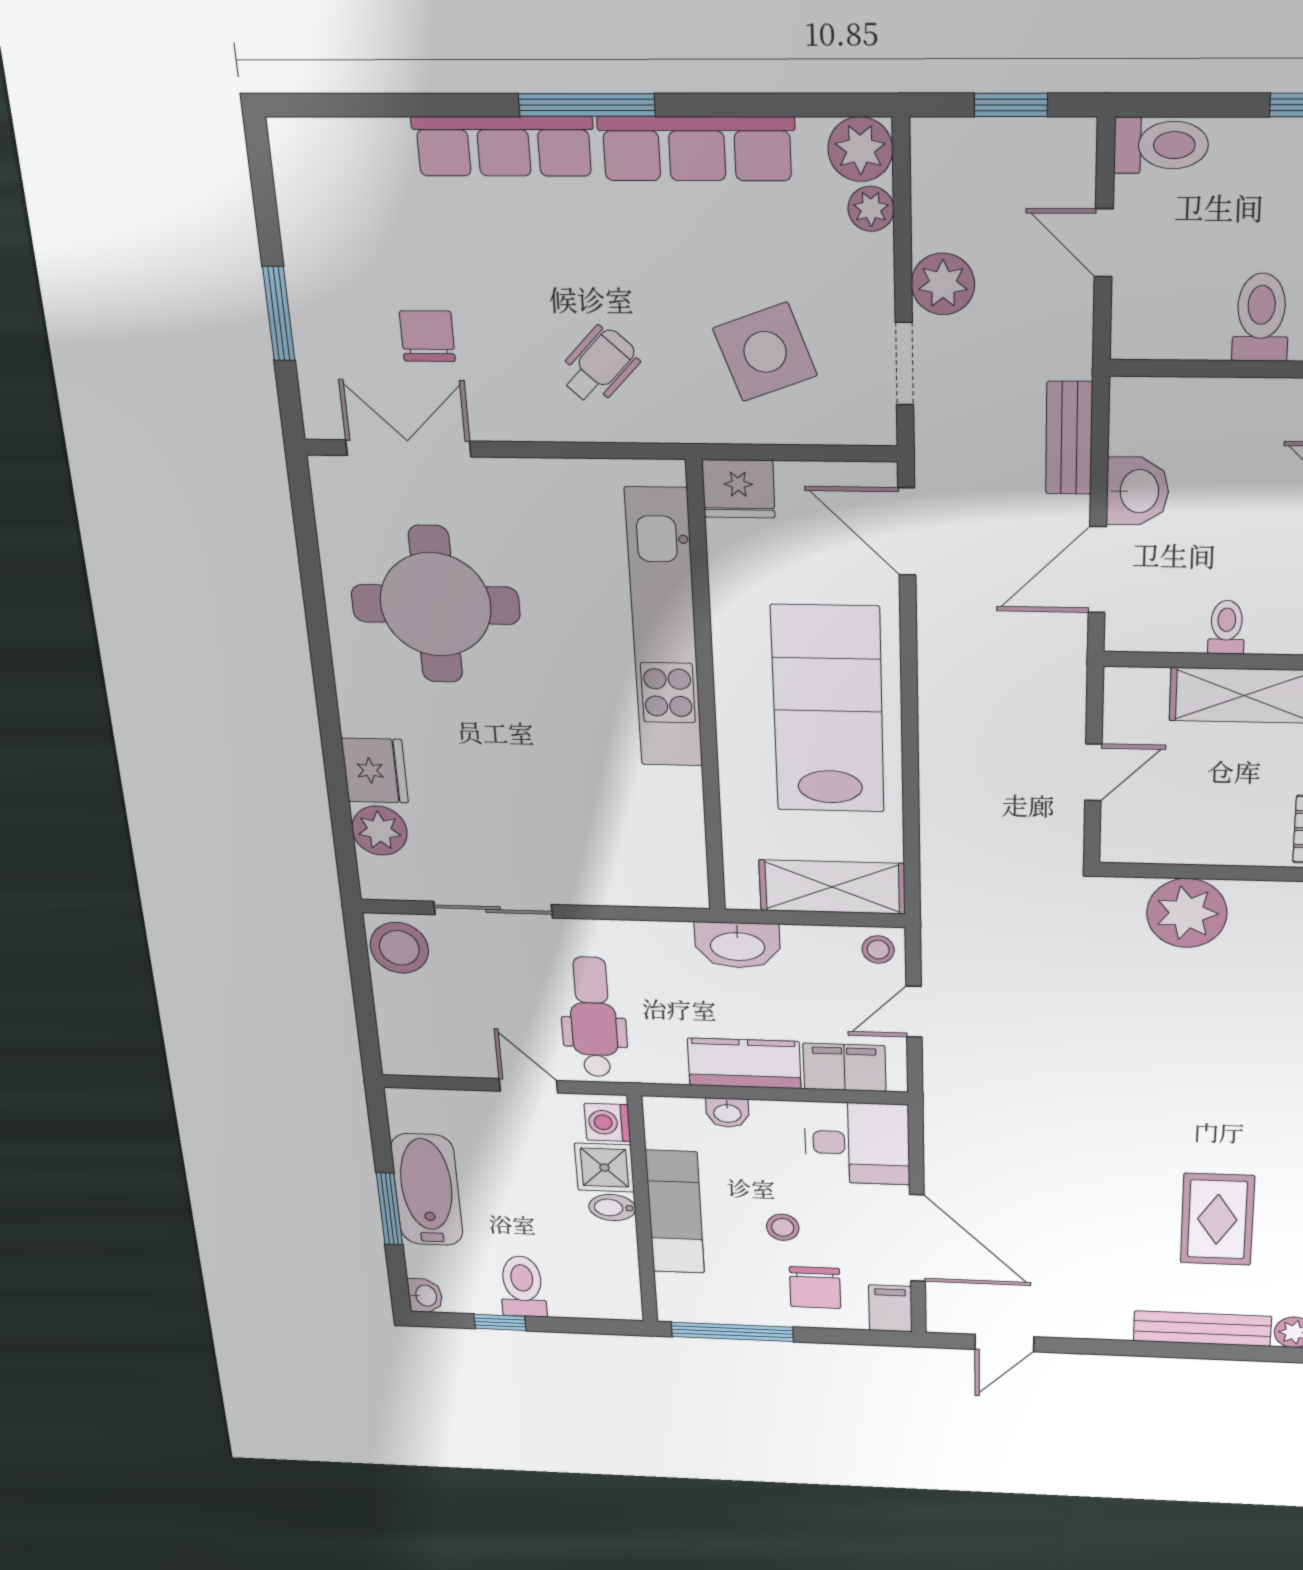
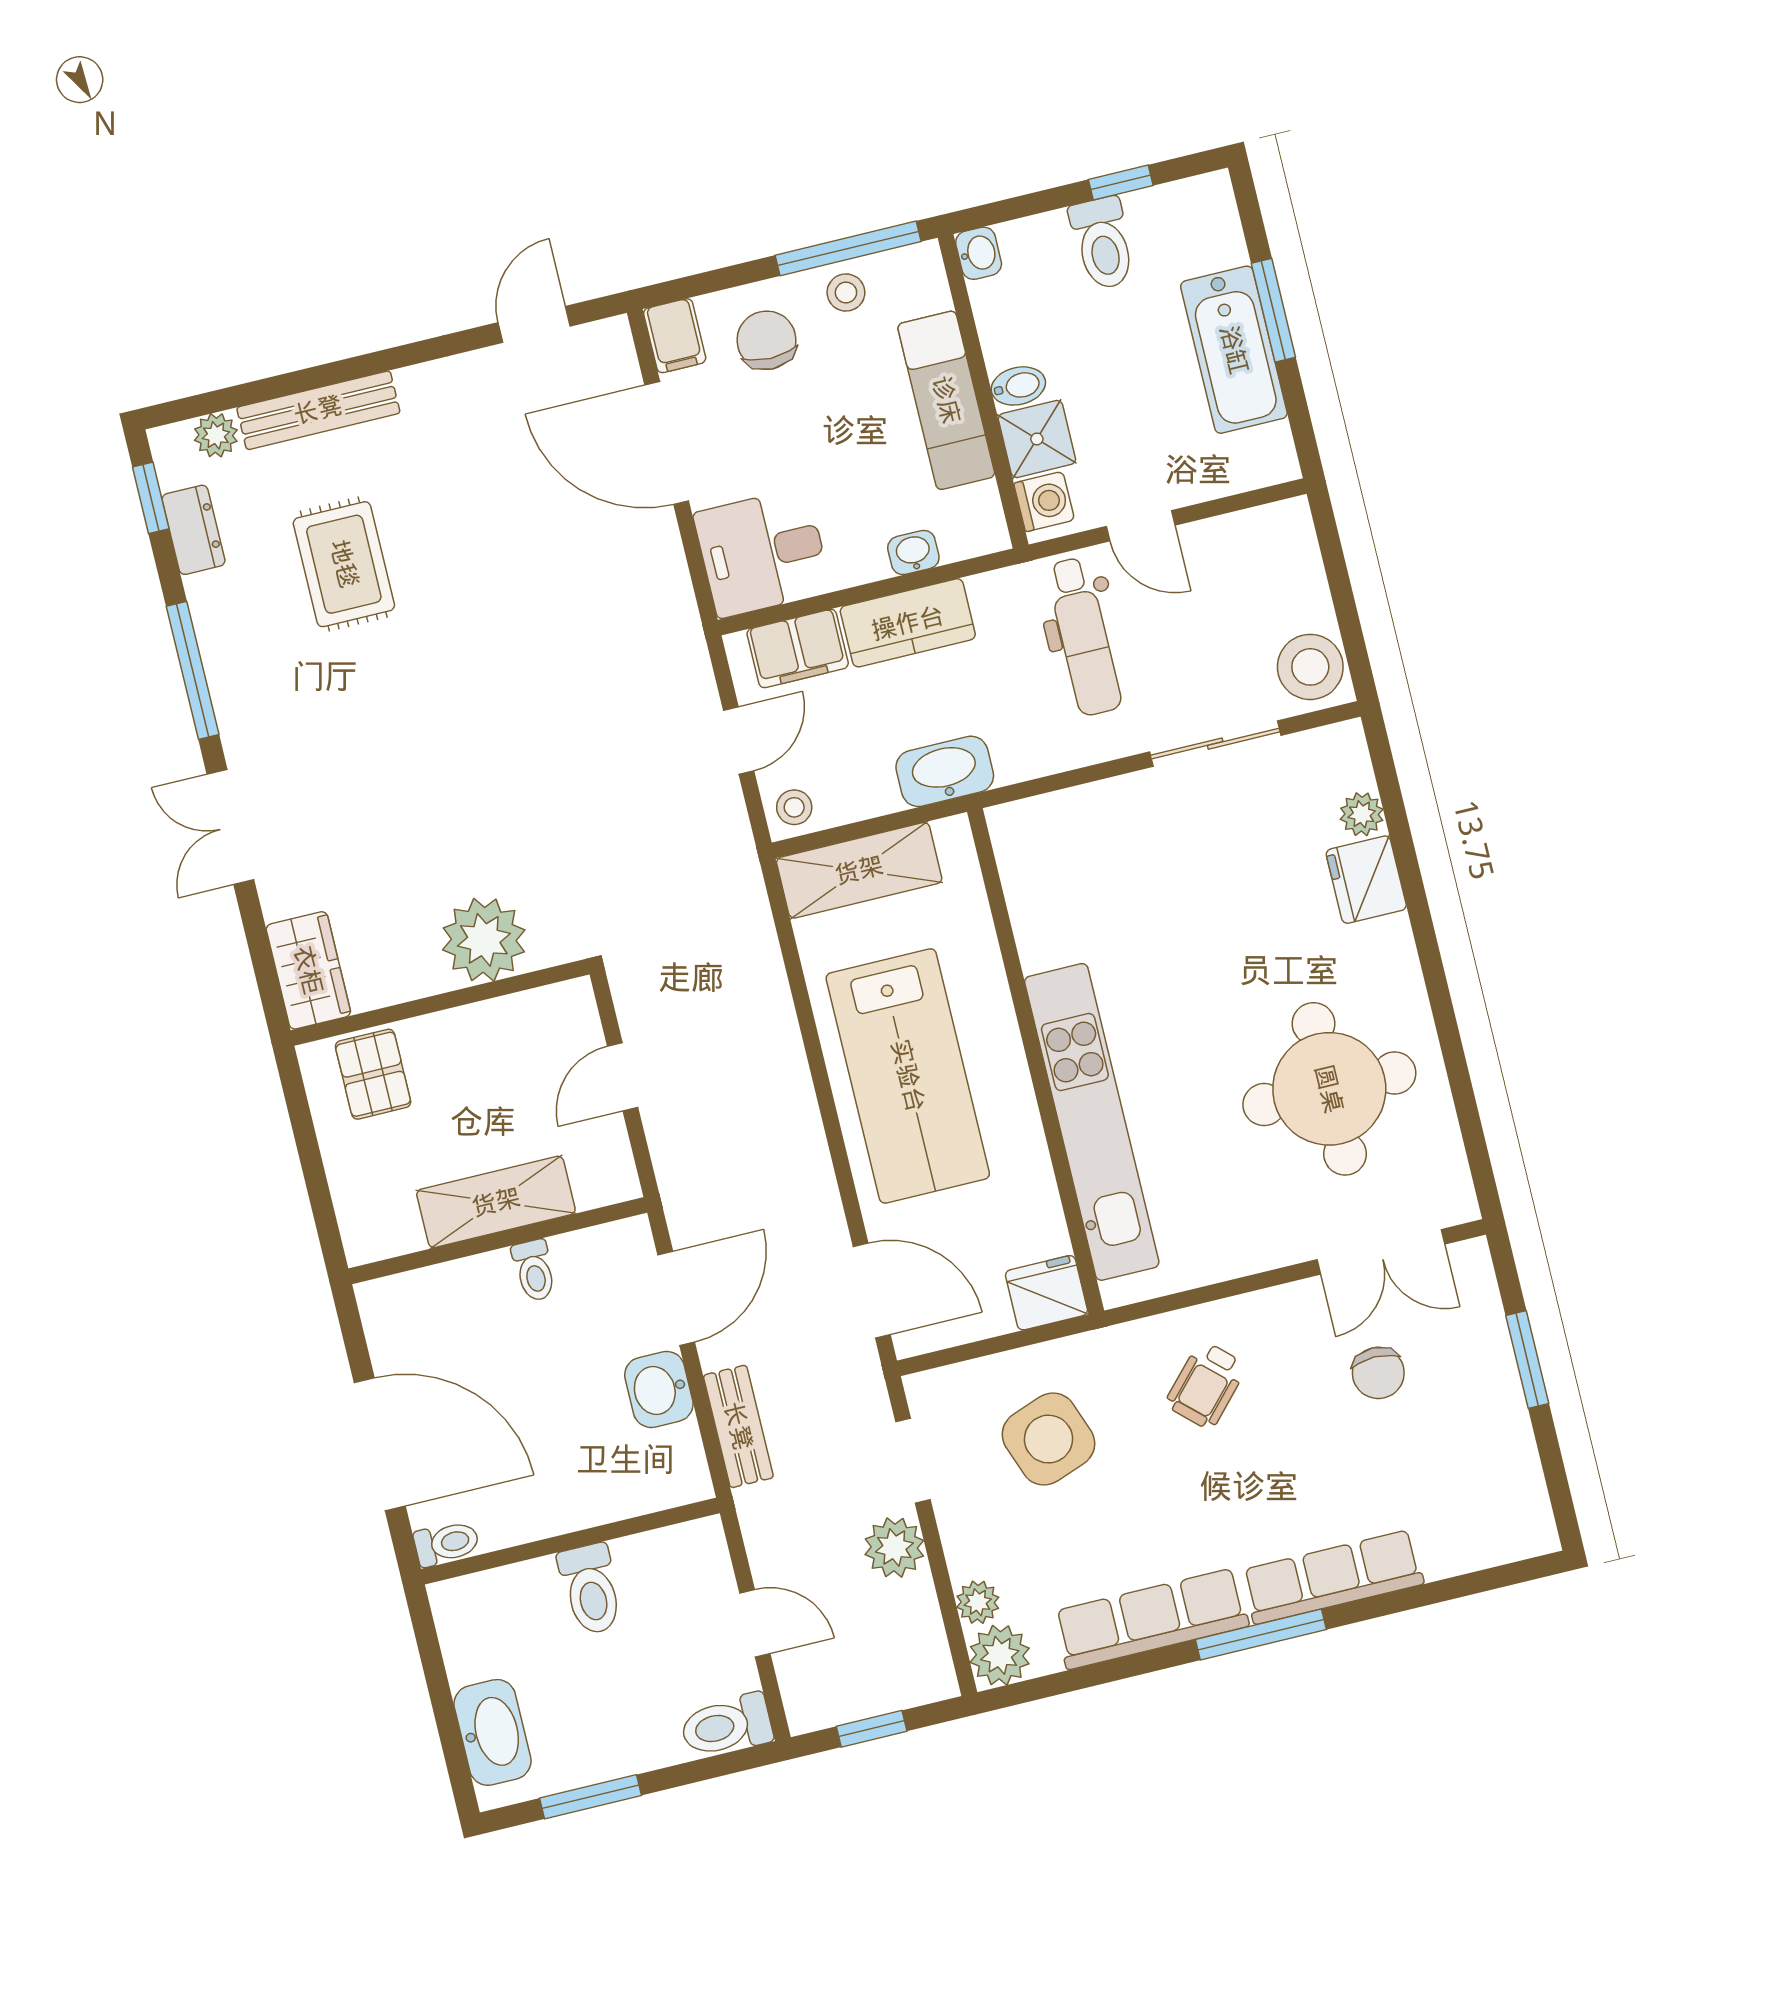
plant: (379, 831) -> (1362, 814), width x0.73, depth x0.73
stool: (783, 1227) -> (846, 293), moved
washbasin: (425, 1296) -> (979, 253), moved, turned 180

